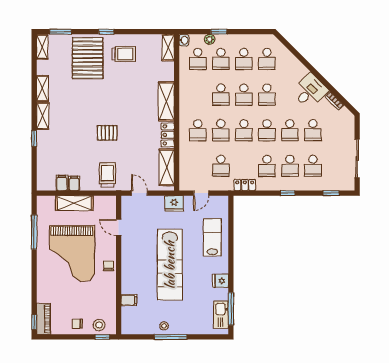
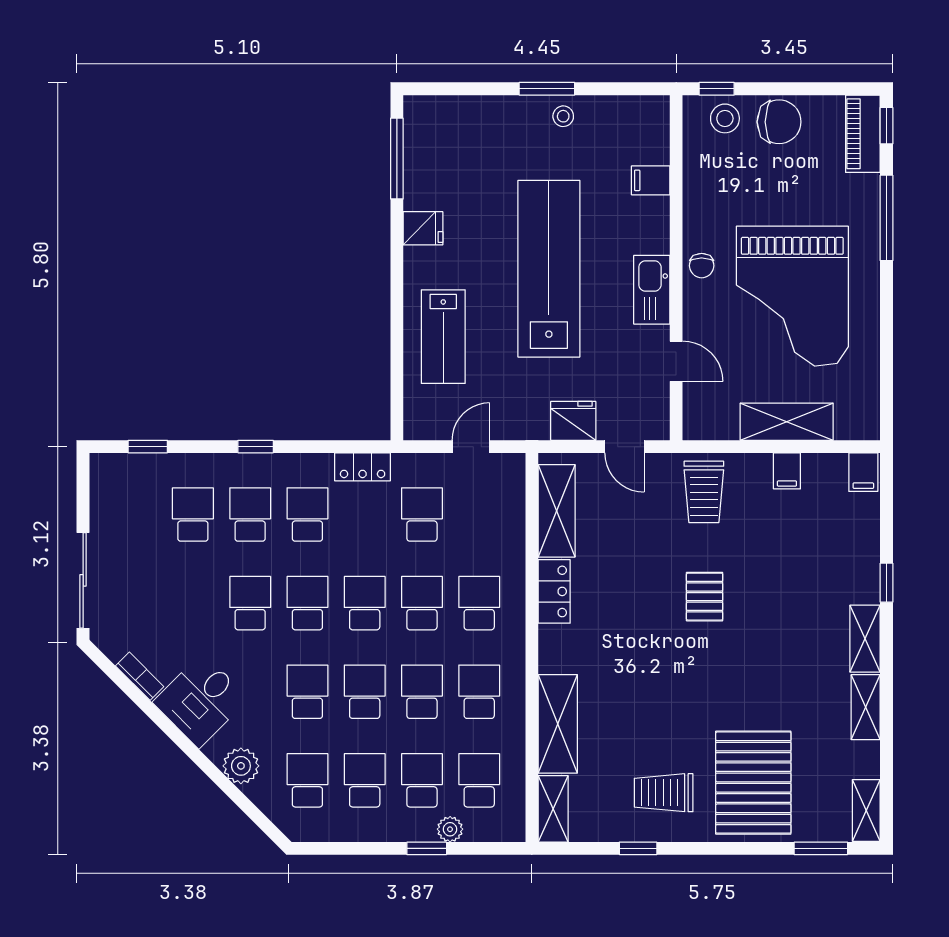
window: (106, 32) -> (638, 848), moved
washbasin: (184, 40) -> (514, 827), removed
plant: (294, 65) -> (241, 766), added
shelving: (166, 101) -> (558, 724), moved
school desk: (313, 130) -> (479, 692), moved
pallet: (107, 133) -> (705, 597), turned 90
sliding door: (357, 159) -> (83, 580), moved
filing cabinet: (62, 183) -> (863, 472), moved
fridge: (174, 203) -> (573, 421), moved
window: (34, 232) -> (886, 218), moved
grand piano: (72, 254) -> (792, 296), turned 180
kitchen sink: (221, 315) -> (652, 290), moved, turned 180
chair: (77, 324) -> (779, 122), width x1.87, depth x1.87
window: (171, 337) -> (547, 89), width x0.69

